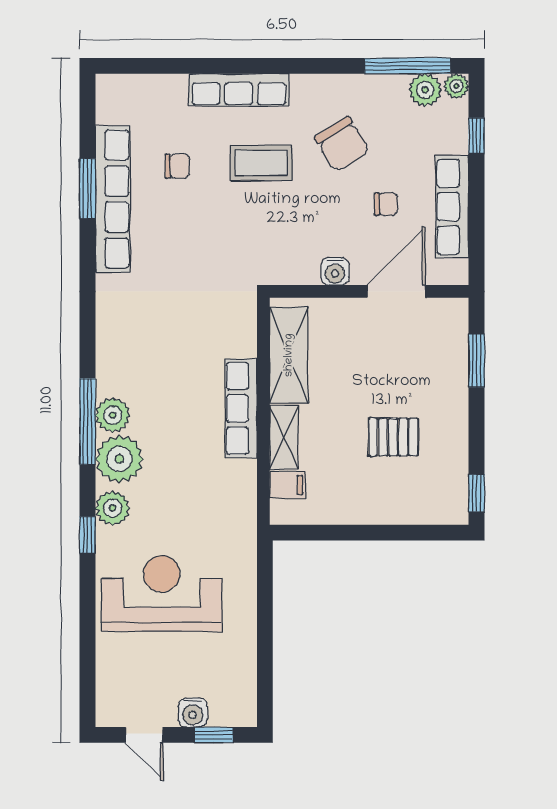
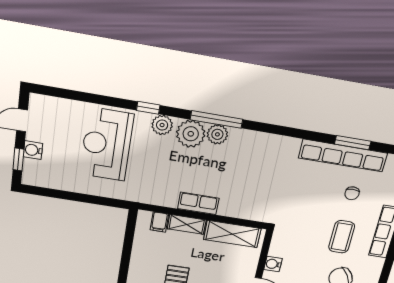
row of seats: (241, 408) -> (198, 203), width x0.68
reception desk: (162, 594) -> (107, 144), turned 180

